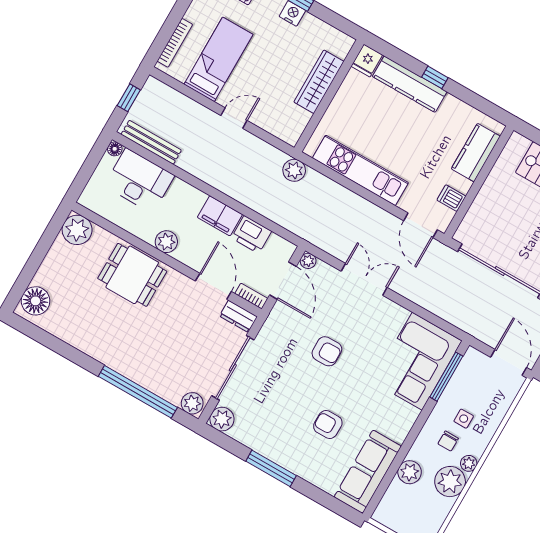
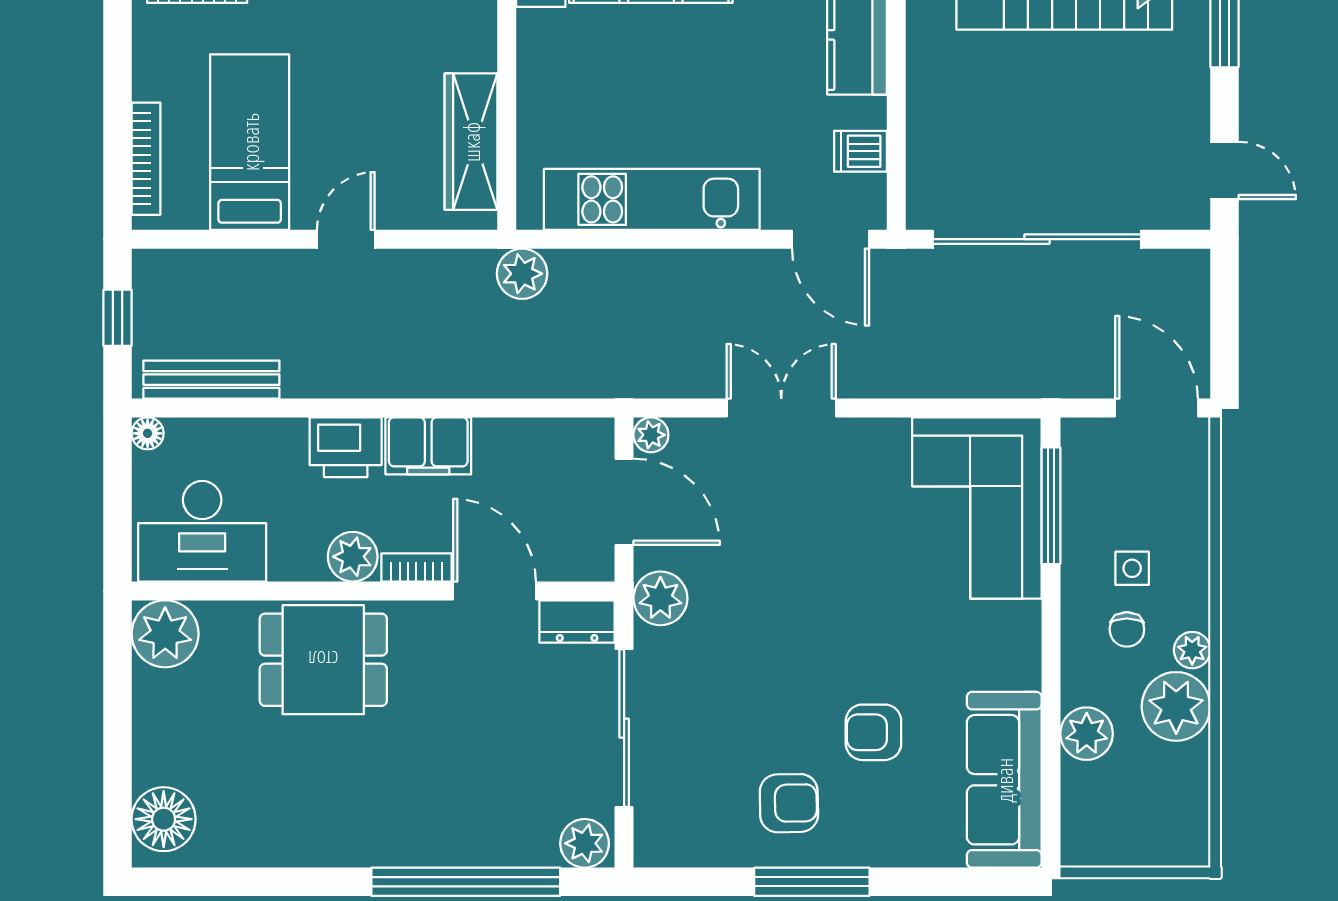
wardrobe: (319, 82) -> (471, 142), moved
desk: (139, 181) -> (202, 531), moved, turned 180
printer: (251, 235) -> (346, 447), moved
bookcase: (251, 296) -> (416, 567), moved
armchair: (327, 351) -> (789, 803), moved
plant: (222, 419) -> (660, 598), moved

